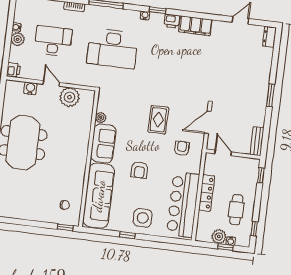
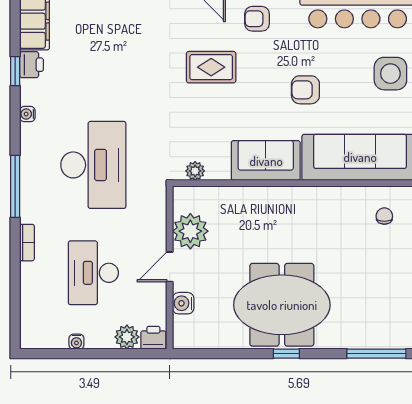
window: (158, 10) -> (15, 71), moved
plant: (18, 39) -> (127, 337), moved
plant: (101, 118) -> (195, 171), moved
armchair: (139, 170) -> (305, 90), turned 180

